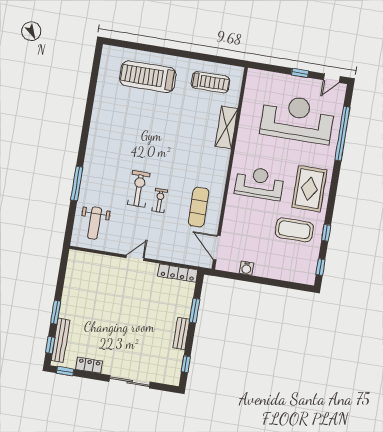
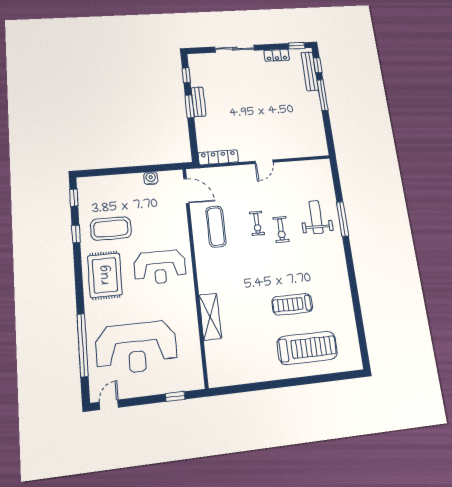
window: (300, 73) -> (175, 397), moved
treadmill: (210, 82) -> (292, 304), moved
exercise bike: (139, 189) -> (281, 229), width x0.73, depth x0.72
weight bench: (95, 223) -> (316, 217), moved
window: (195, 311) -> (190, 107), moved
window: (56, 312) -> (322, 95), width x1.44

